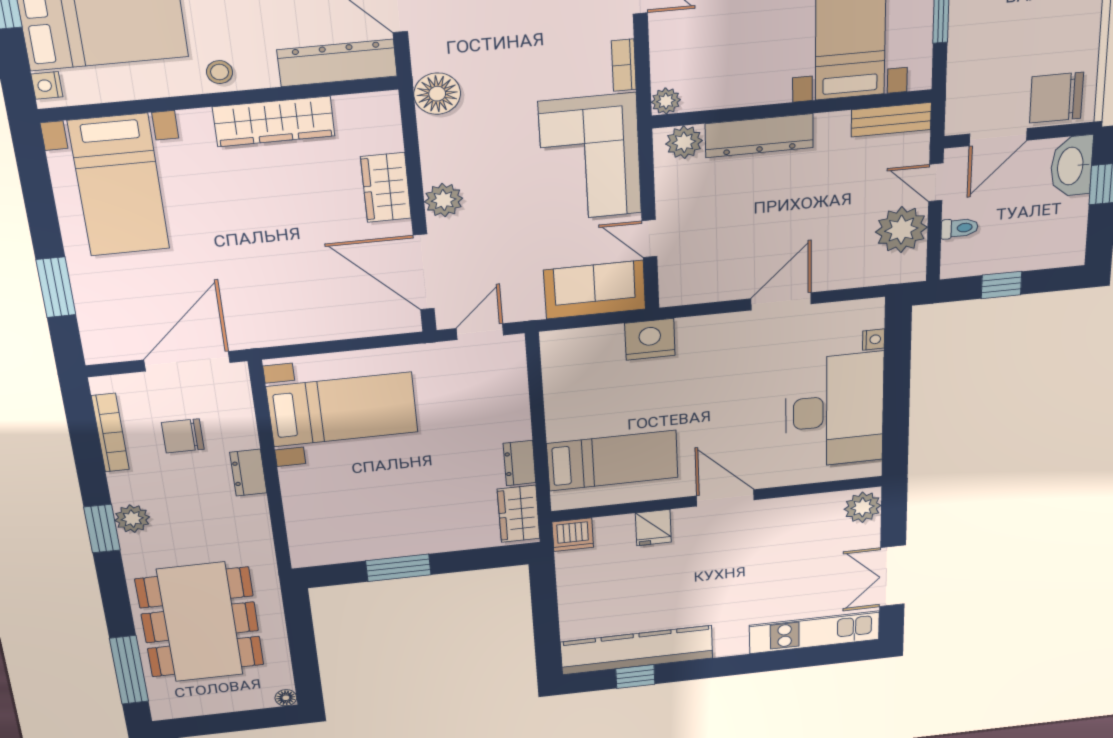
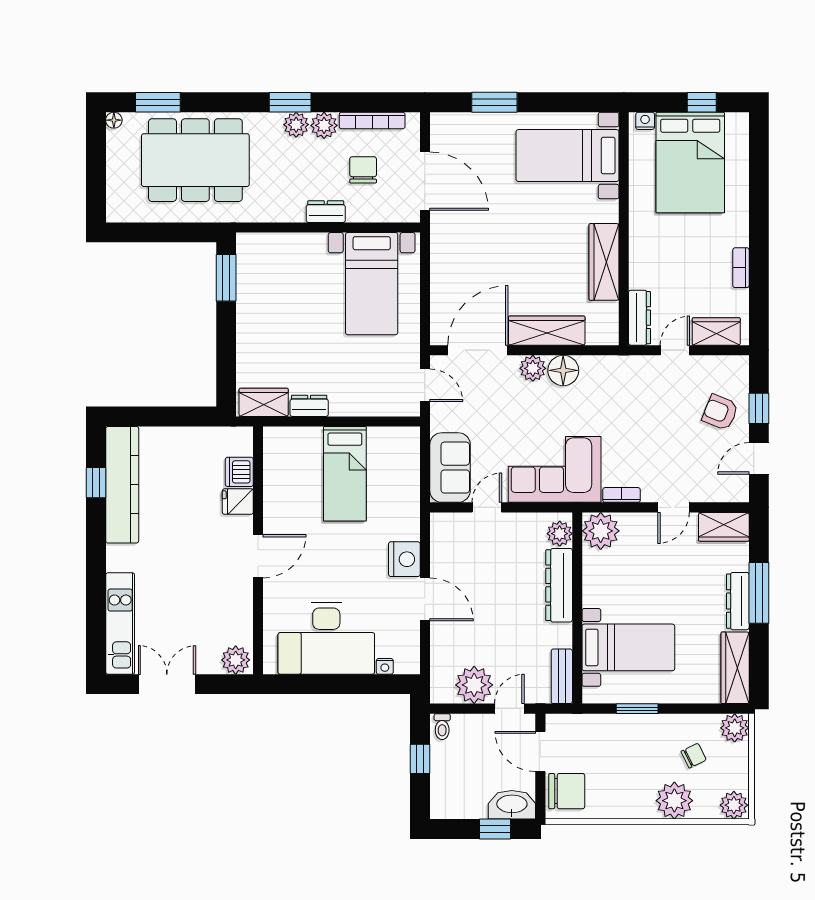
dresser: (337, 63) -> (640, 318), width x0.73, depth x0.80
stool: (220, 72) -> (643, 231), removed
floor lamp: (437, 94) -> (563, 370), moved
chair: (1056, 98) -> (567, 791), turned 90
plant: (666, 101) -> (601, 531), width x1.88, depth x1.88
wardrobe: (386, 188) -> (547, 331), width x1.50
toilet: (959, 228) -> (442, 727), moved
nightstand: (650, 339) -> (404, 559), moved
bed: (613, 461) -> (345, 474), moved
plant: (127, 487) -> (324, 125), added
dishwasher: (573, 535) -> (239, 472), moved
window: (398, 568) -> (226, 278), moved
window: (129, 670) -> (158, 102), width x0.69
floor lamp: (286, 698) -> (114, 120), moved

